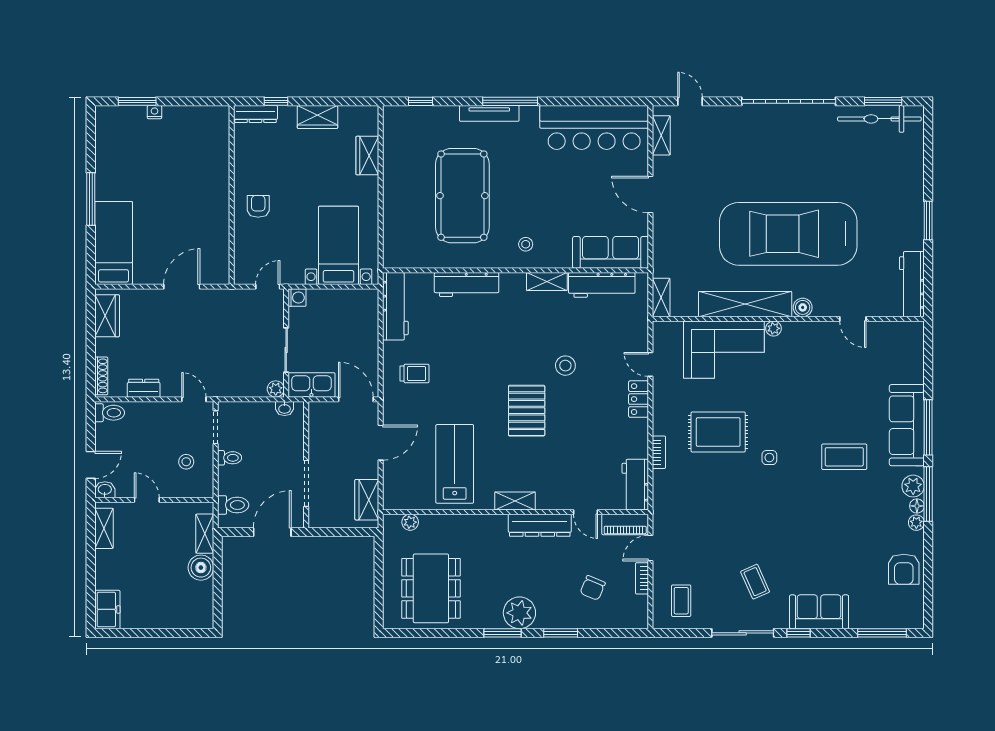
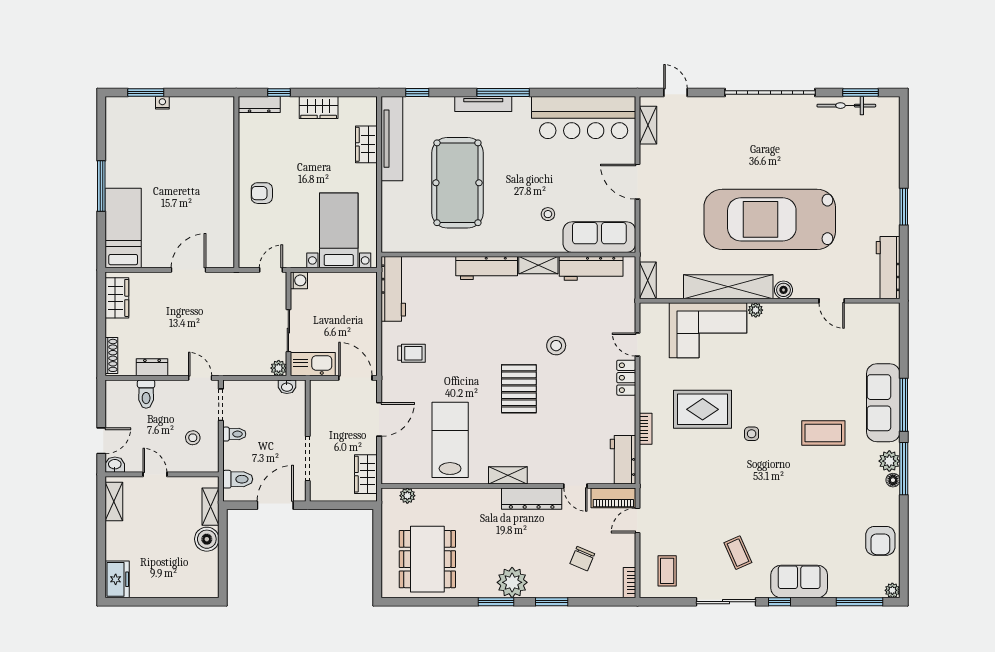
bicycle: (879, 119) -> (846, 106), width x0.73, depth x0.71
tv unit: (394, 150) -> (392, 139), added
armchair: (258, 206) -> (262, 193), turned -90
stool: (526, 244) -> (548, 214), moved
workbench: (467, 285) -> (487, 268), moved
toilet: (110, 413) -> (146, 394), moved, turned 90
plant: (916, 523) -> (892, 590), moved
bookcase: (642, 578) -> (630, 583), moved

